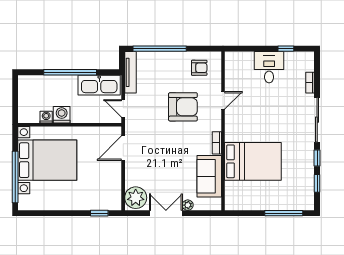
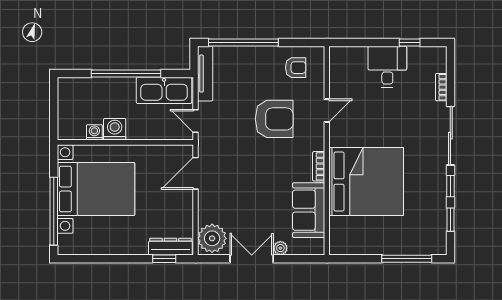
bed: (253, 161) -> (366, 182), width x1.36
dresser: (104, 204) -> (170, 247), added

